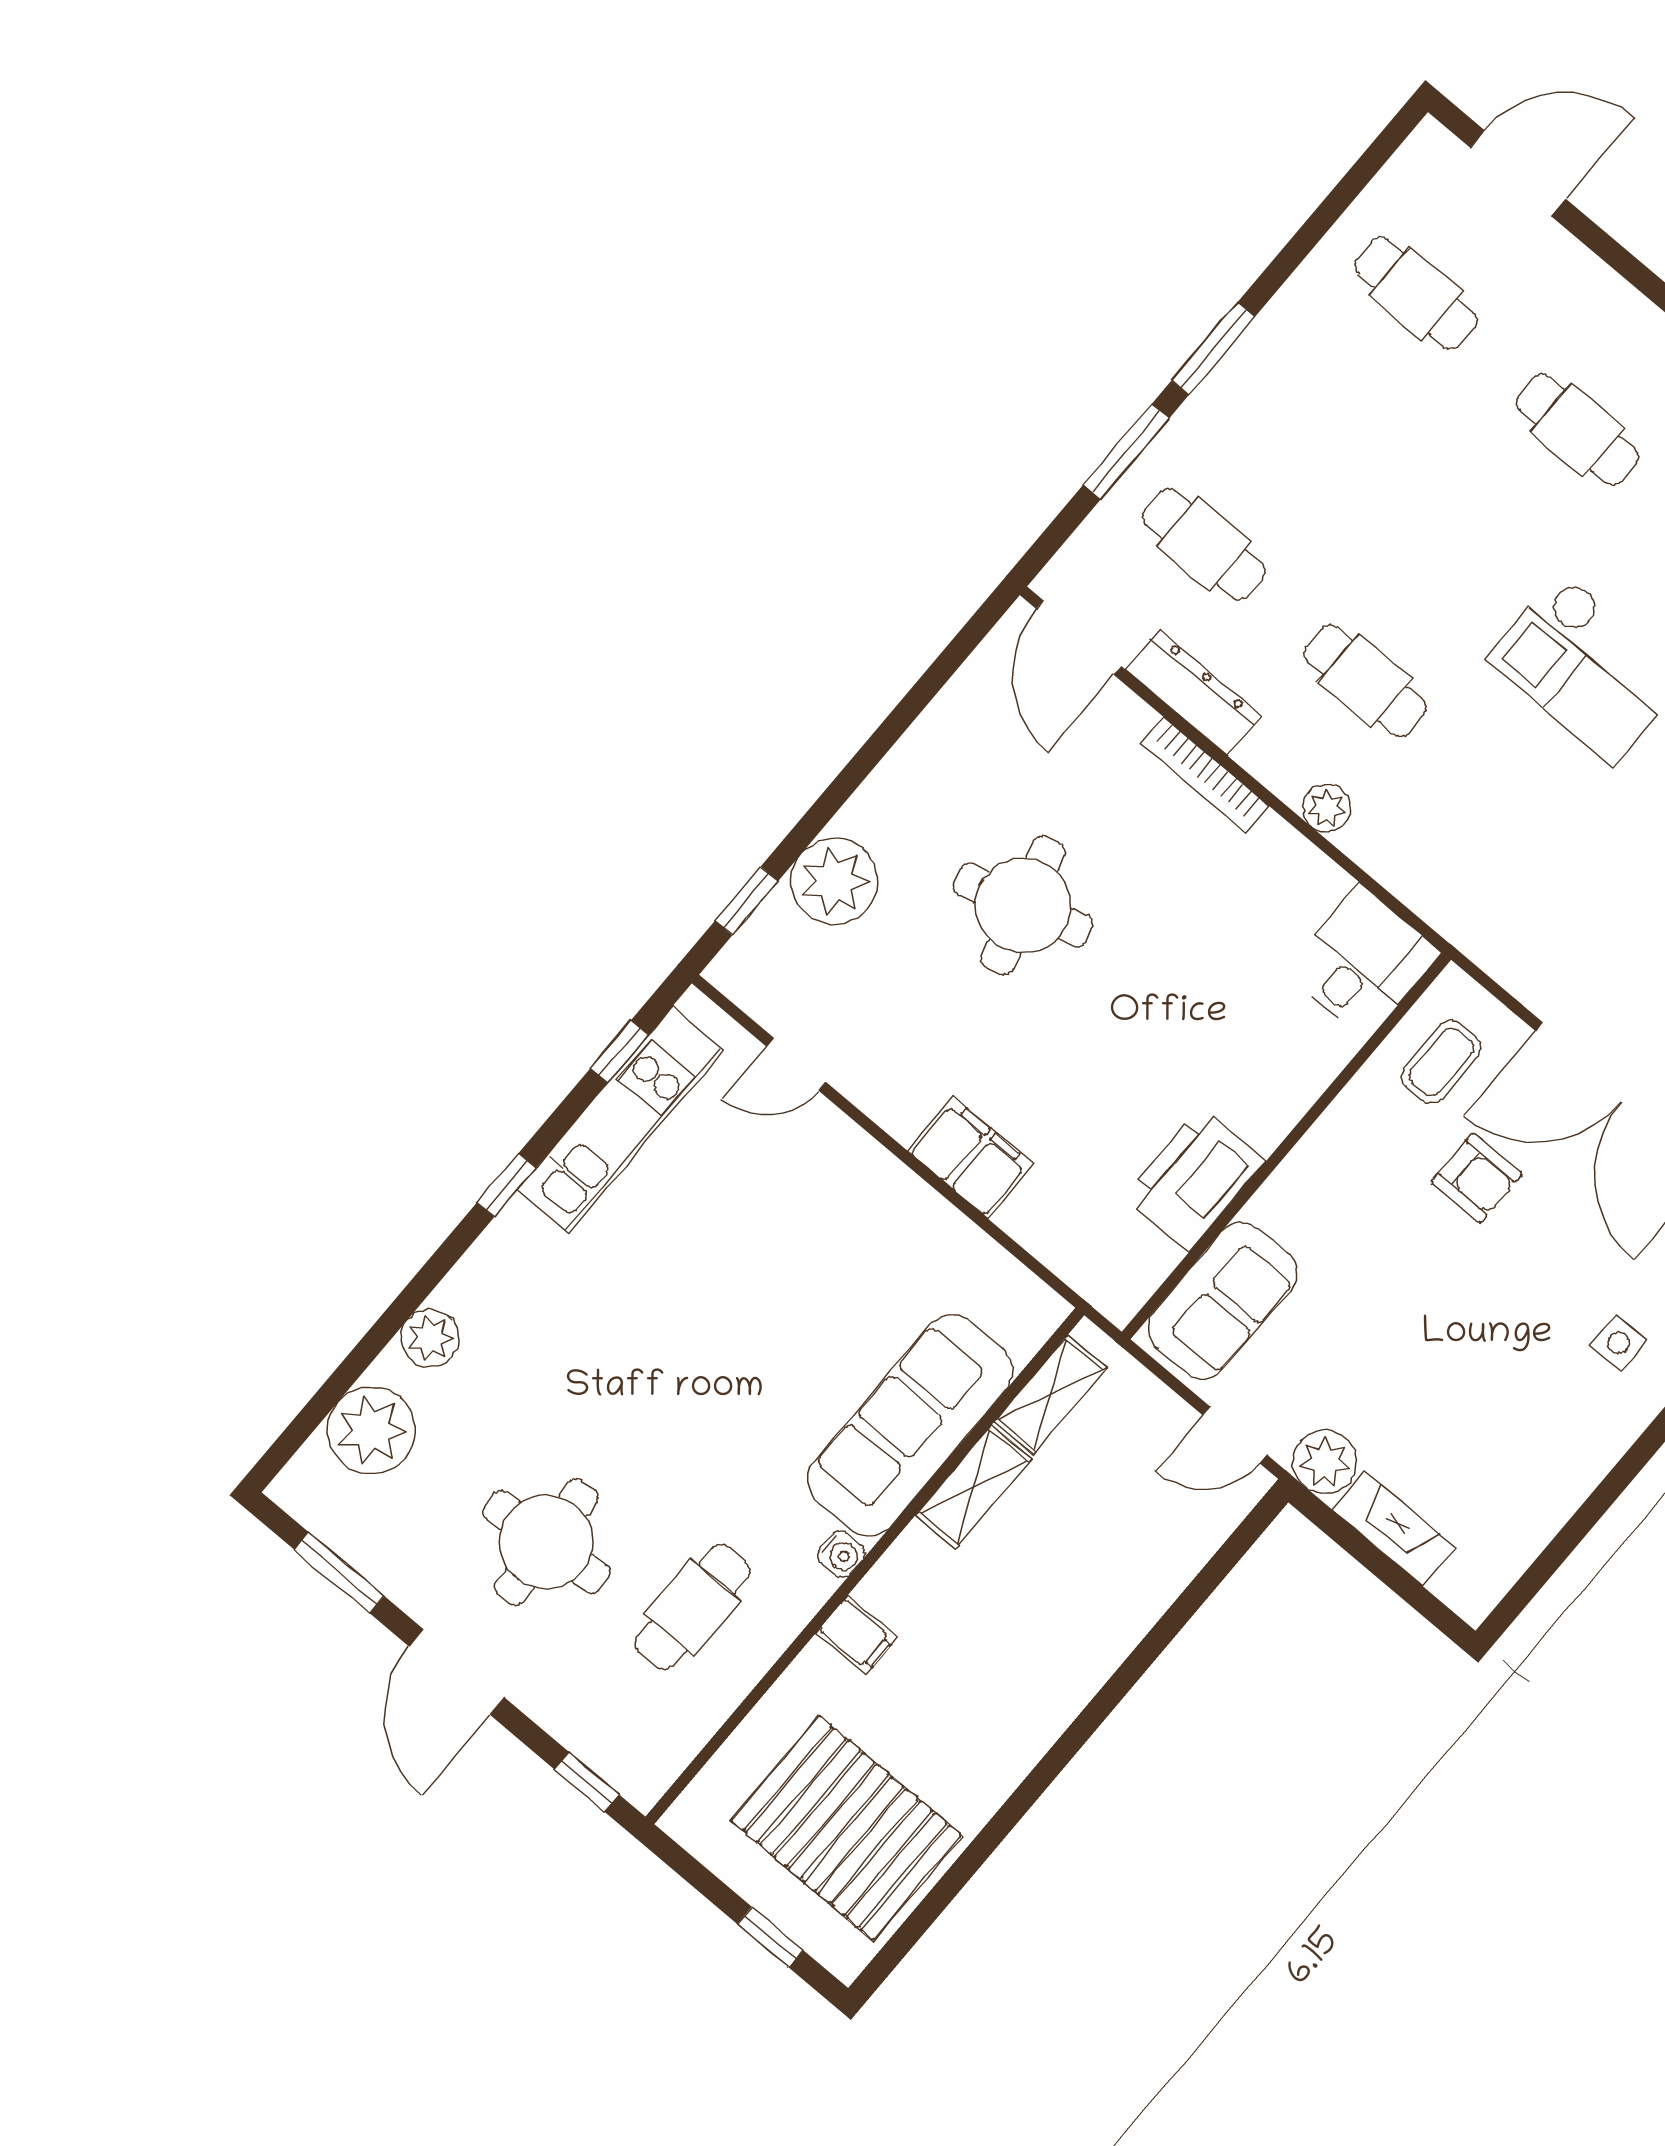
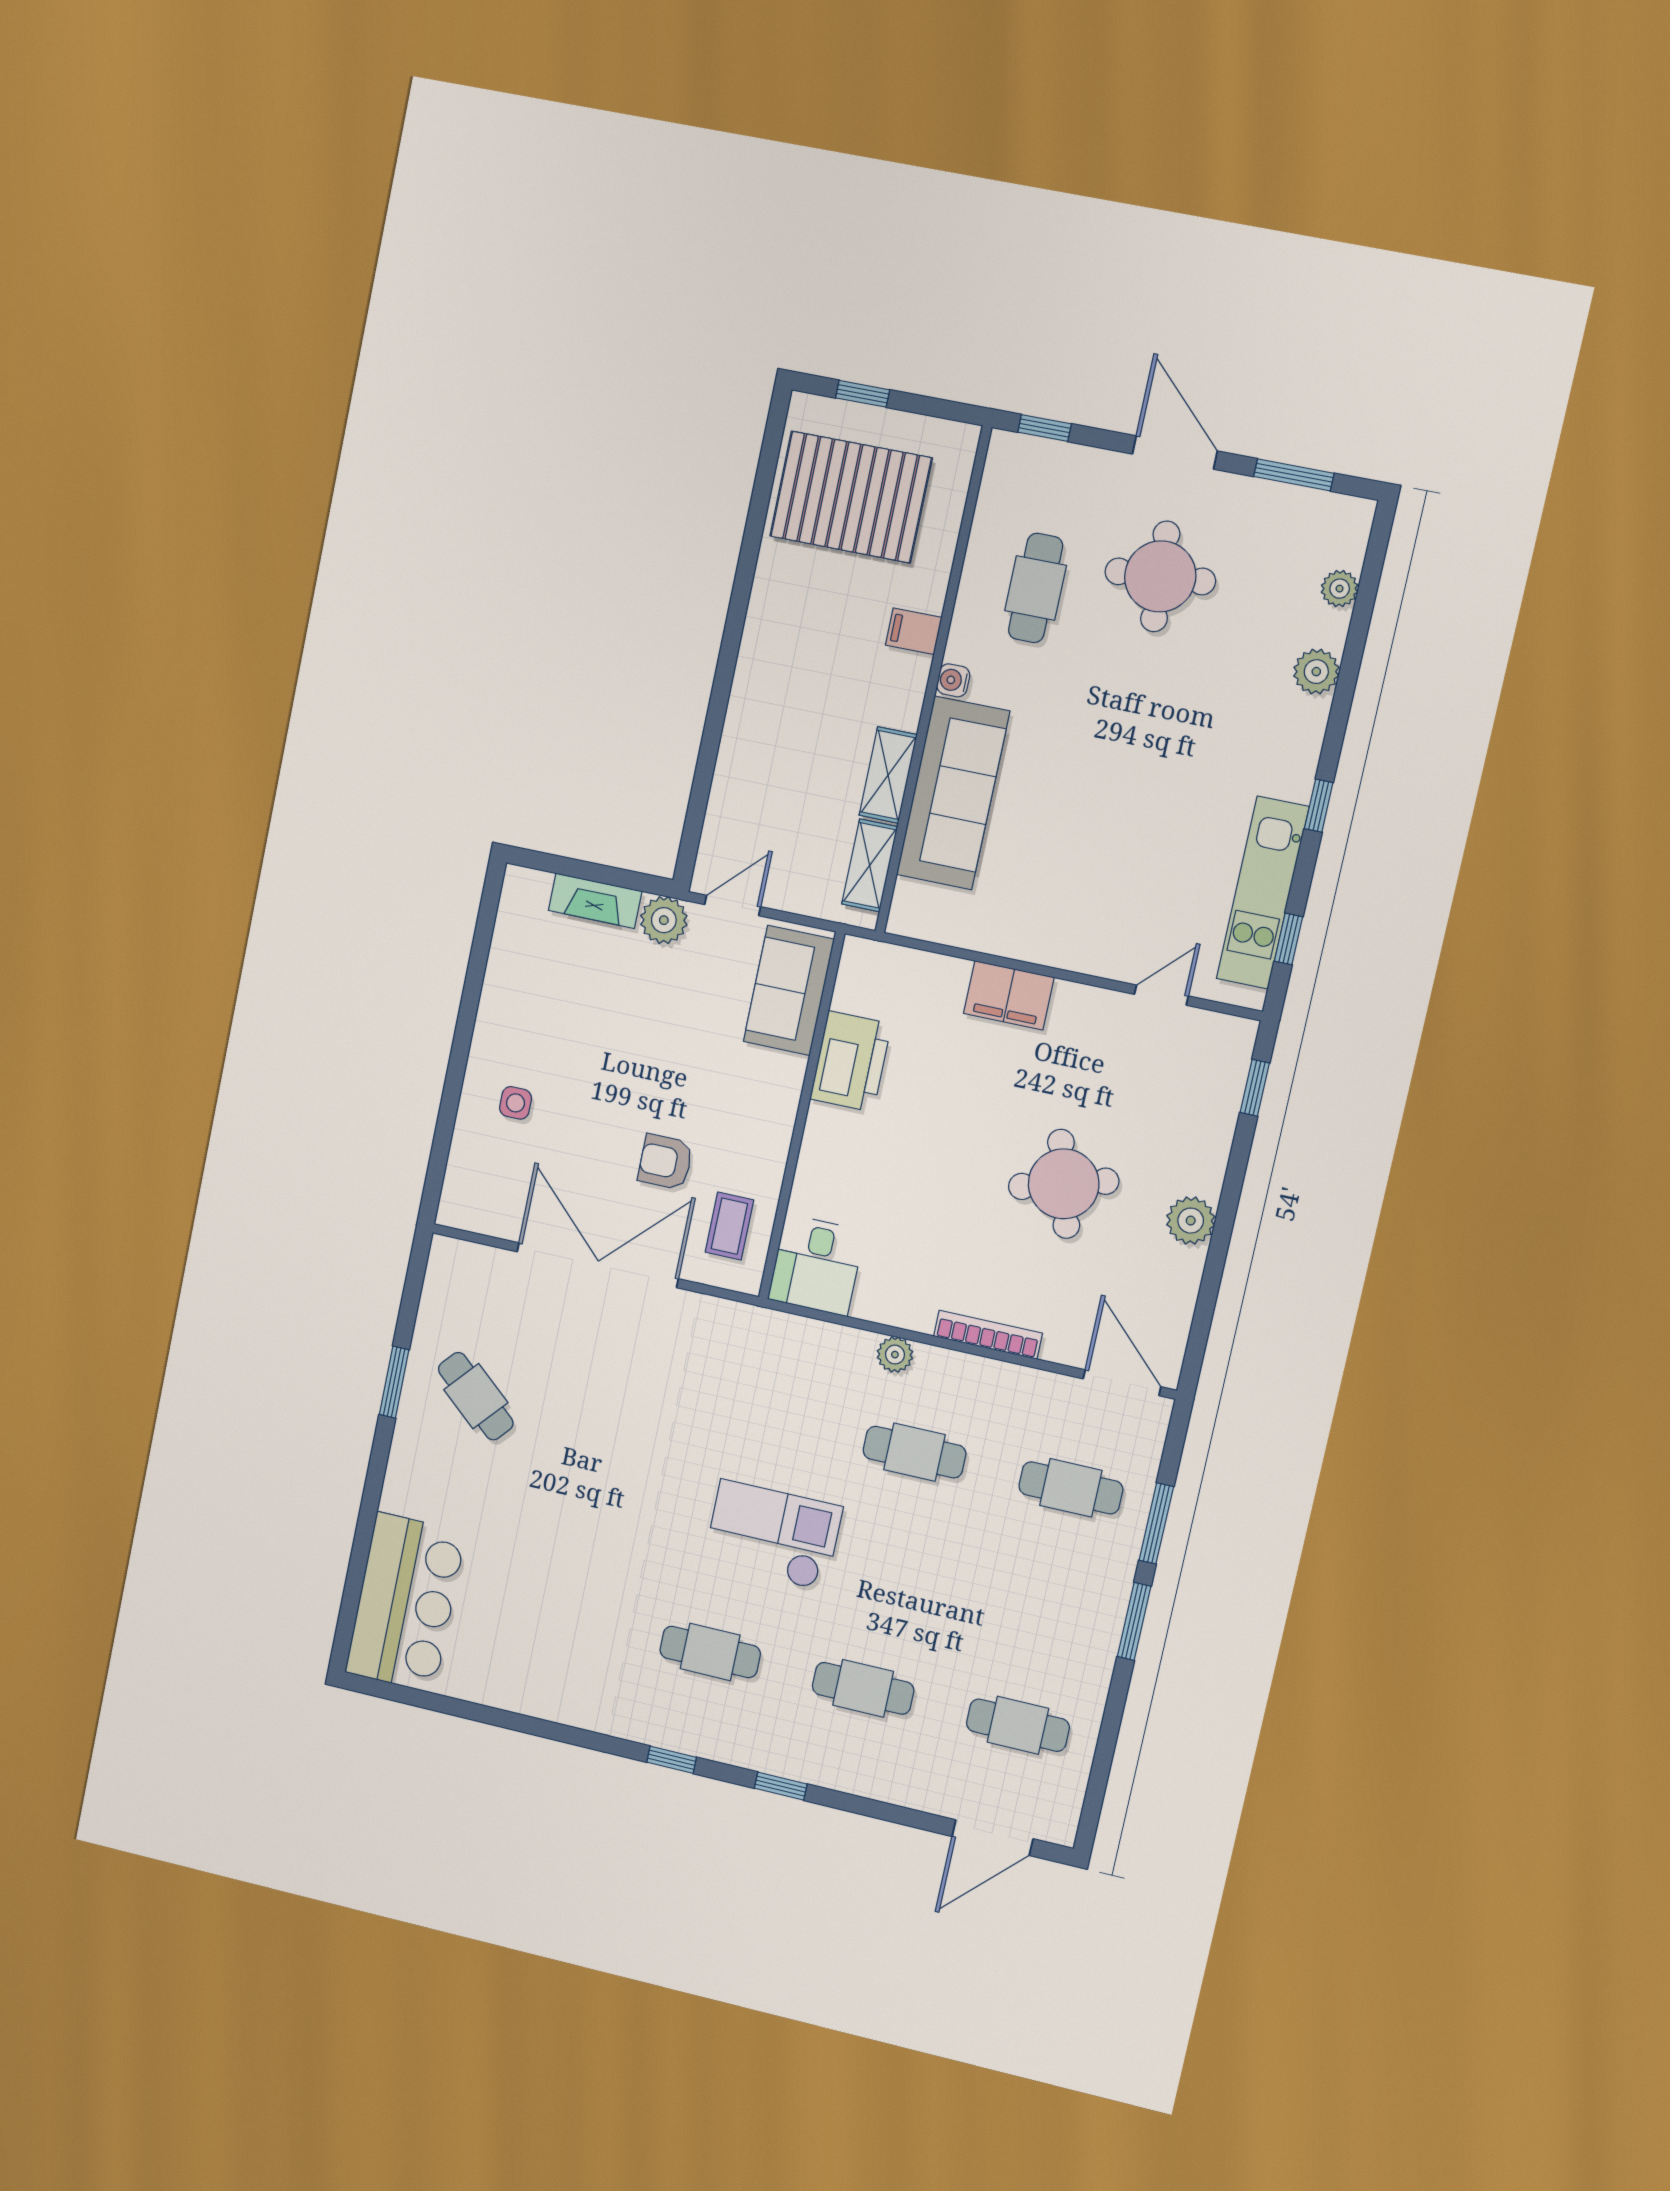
dresser: (1193, 693) -> (1025, 1385), removed
plant: (834, 881) -> (1191, 1221), moved, width x0.73, depth x0.73
plant: (371, 1430) -> (1340, 589), width x0.53, depth x0.53

